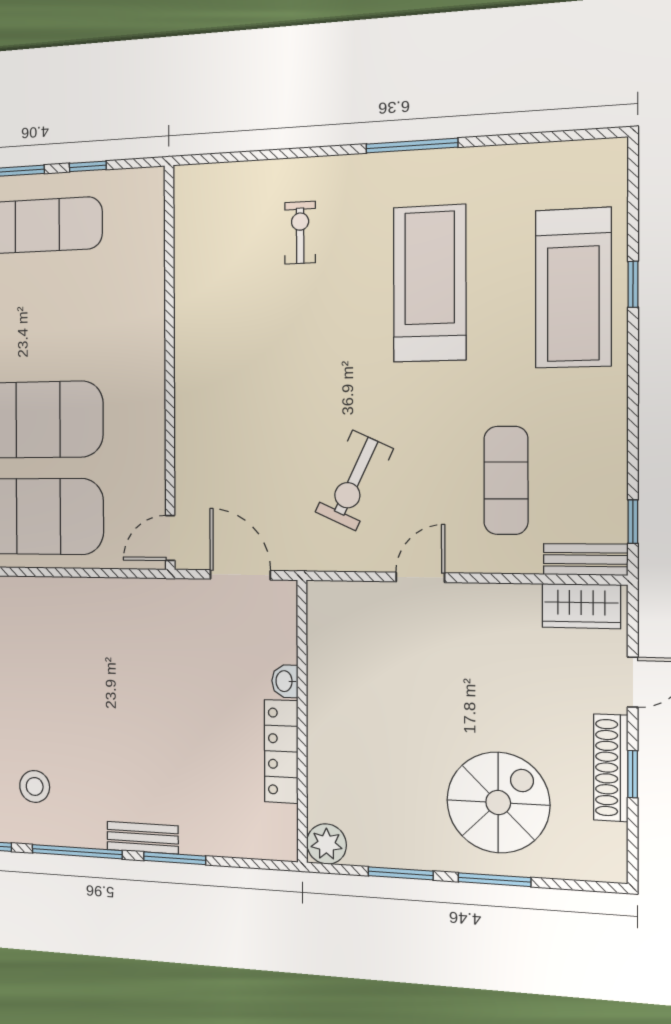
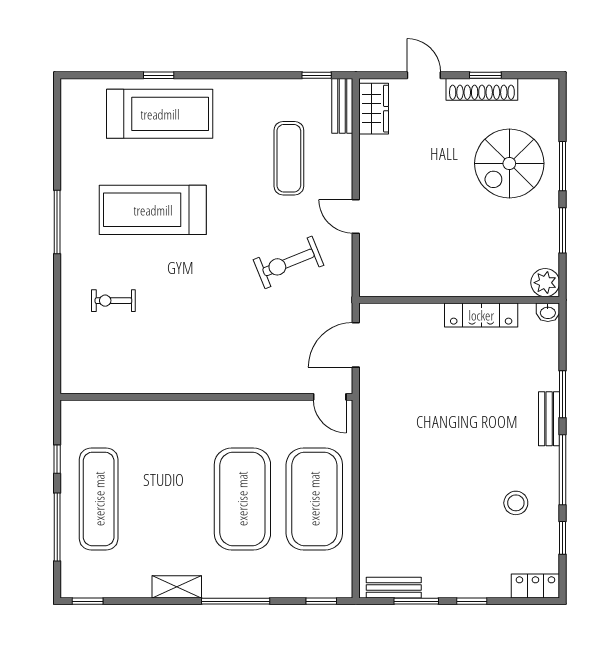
exercise bike: (354, 480) -> (288, 262), turned 133
exercise mat: (506, 480) -> (289, 158), turned 90
washbasin: (285, 681) -> (548, 312), moved
spiral stairs: (498, 803) -> (509, 163), turned -90

